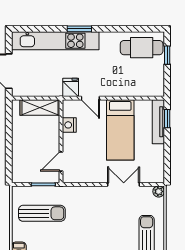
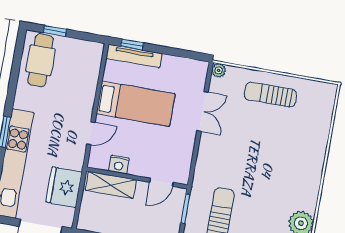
fridge: (71, 87) -> (64, 187), moved, width x1.88, depth x1.34
shelving: (40, 107) -> (111, 185), moved, turned 90
door: (61, 161) -> (161, 182), hinge flipped
double door: (124, 184) -> (203, 111), swing flipped

